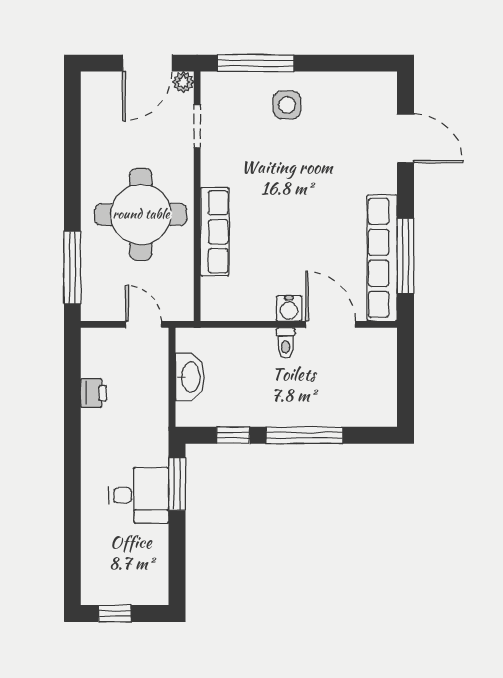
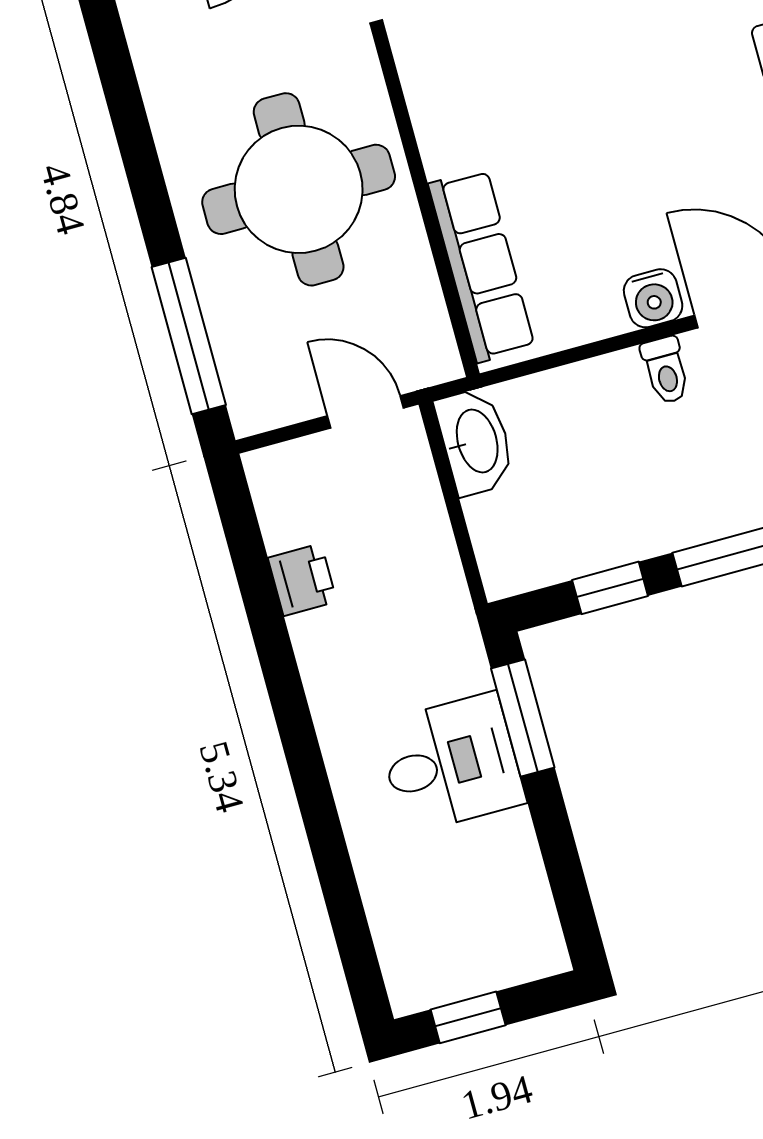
row of seats: (215, 232) -> (482, 266), moved
washbasin: (190, 377) -> (475, 441), moved

